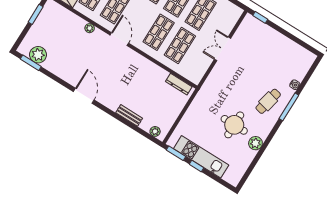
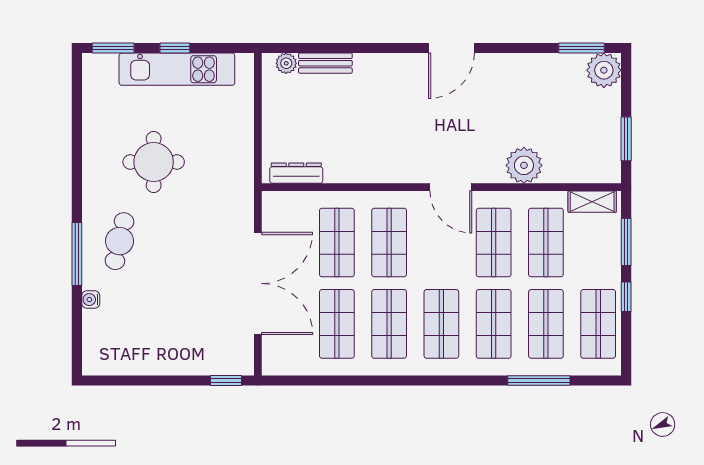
plant: (90, 28) -> (524, 165), width x1.87, depth x1.87
double door: (222, 49) -> (258, 283), width x1.87
plant: (38, 55) -> (604, 70), moved
door: (84, 96) -> (451, 48), hinge flipped
bench: (129, 115) -> (325, 63), moved
plant: (255, 143) -> (96, 153), removed
window: (176, 153) -> (113, 48), moved

